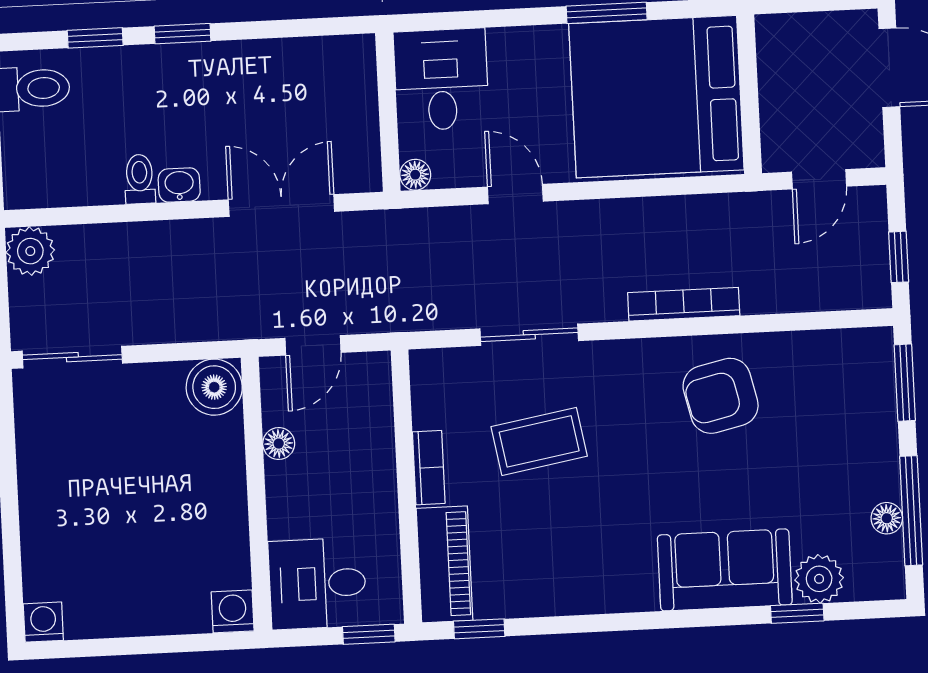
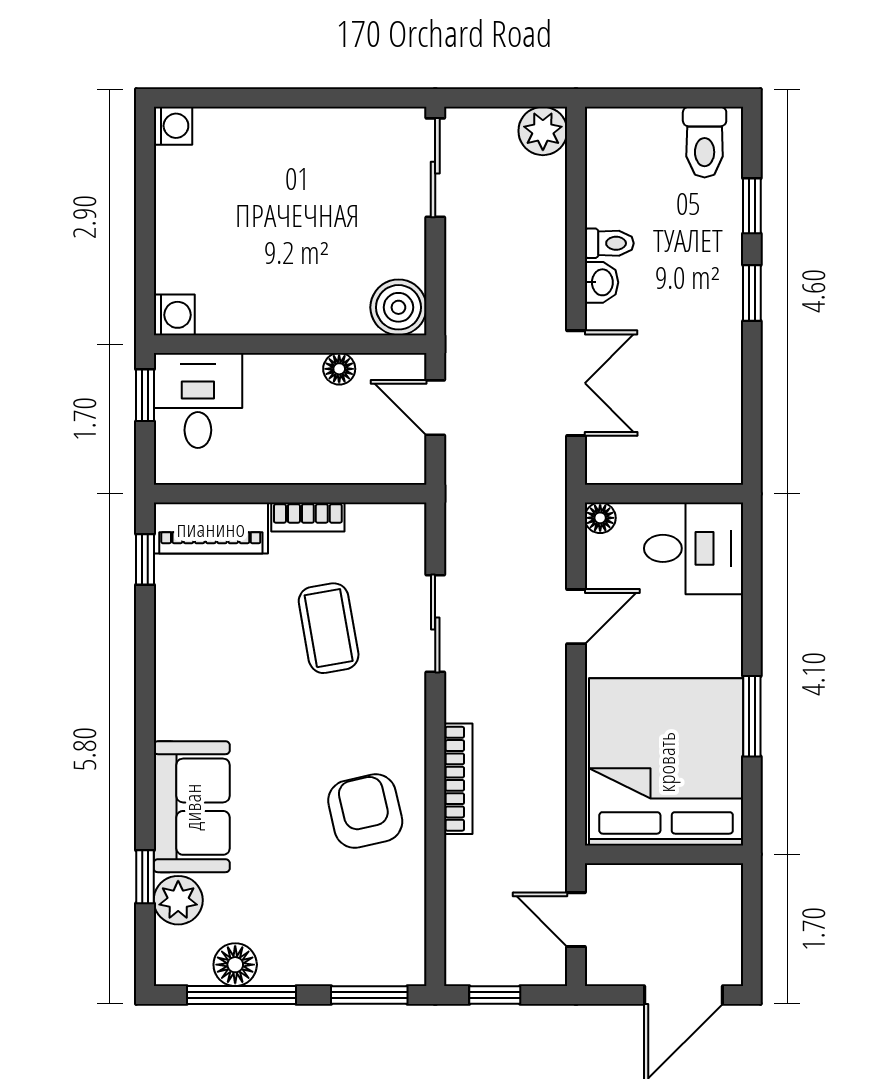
floor lamp: (887, 518) -> (235, 965), width x1.37, depth x1.37
window: (369, 634) -> (145, 395), moved

